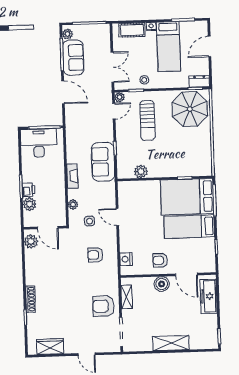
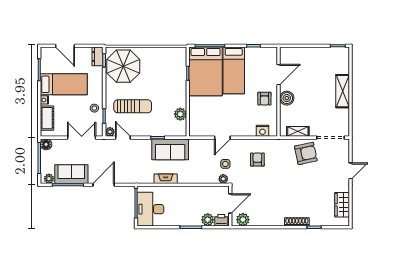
floor lamp: (104, 30) -> (46, 144), added
fireplace: (72, 176) -> (166, 179), moved
printer: (29, 190) -> (221, 220), moved
plant: (73, 204) -> (223, 179), moved
armchair: (95, 255) -> (257, 160), turned 180
freezer: (209, 296) -> (300, 54), removed
armchair: (103, 306) -> (306, 153), turned -102

